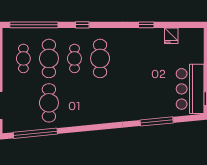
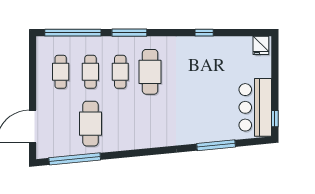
window: (82, 25) -> (129, 33), width x2.17
fridge: (171, 36) -> (261, 45), moved
cafe table: (49, 58) -> (90, 72), width x0.73, depth x0.74

